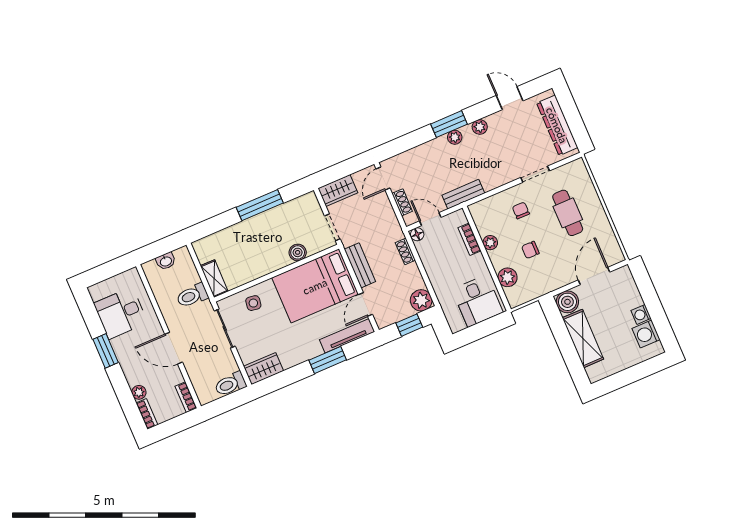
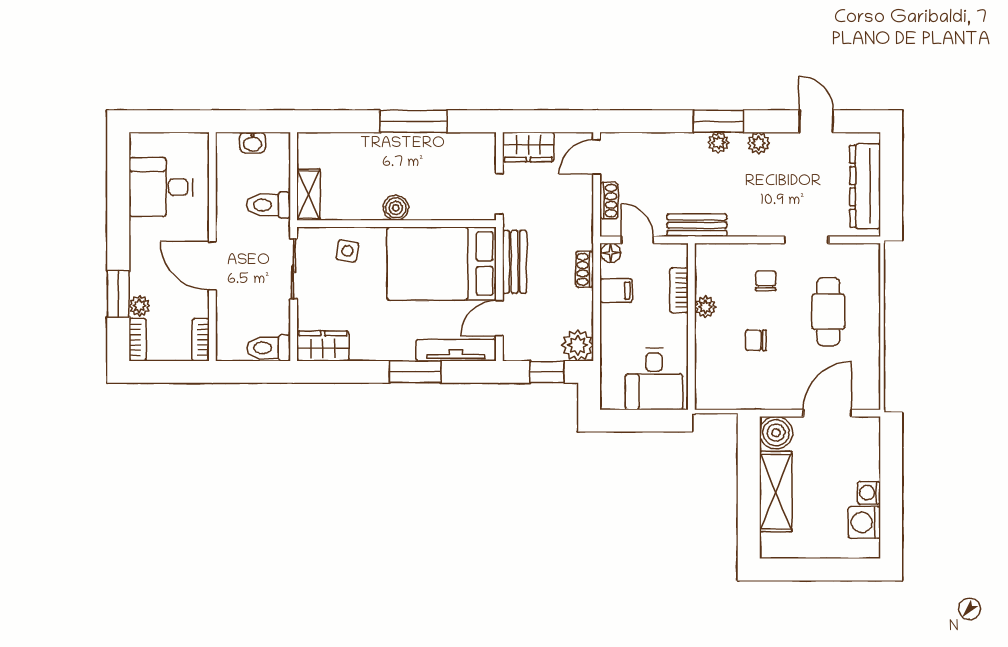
boiler: (298, 252) -> (396, 208), moved
filing cabinet: (430, 256) -> (616, 291), added
plant: (508, 277) -> (709, 364), removed
window: (106, 351) -> (118, 294), moved

